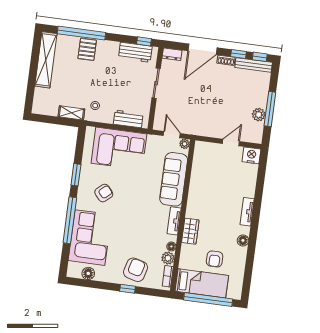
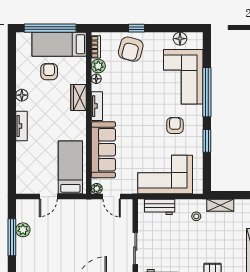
nightstand: (251, 155) -> (25, 186), removed
bed: (207, 167) -> (70, 167), added
armchair: (104, 193) -> (175, 126), turned 131

